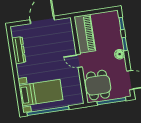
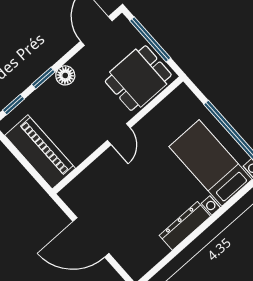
piano: (85, 34) -> (40, 152), moved, turned 90
dresser: (19, 50) -> (185, 226), moved

